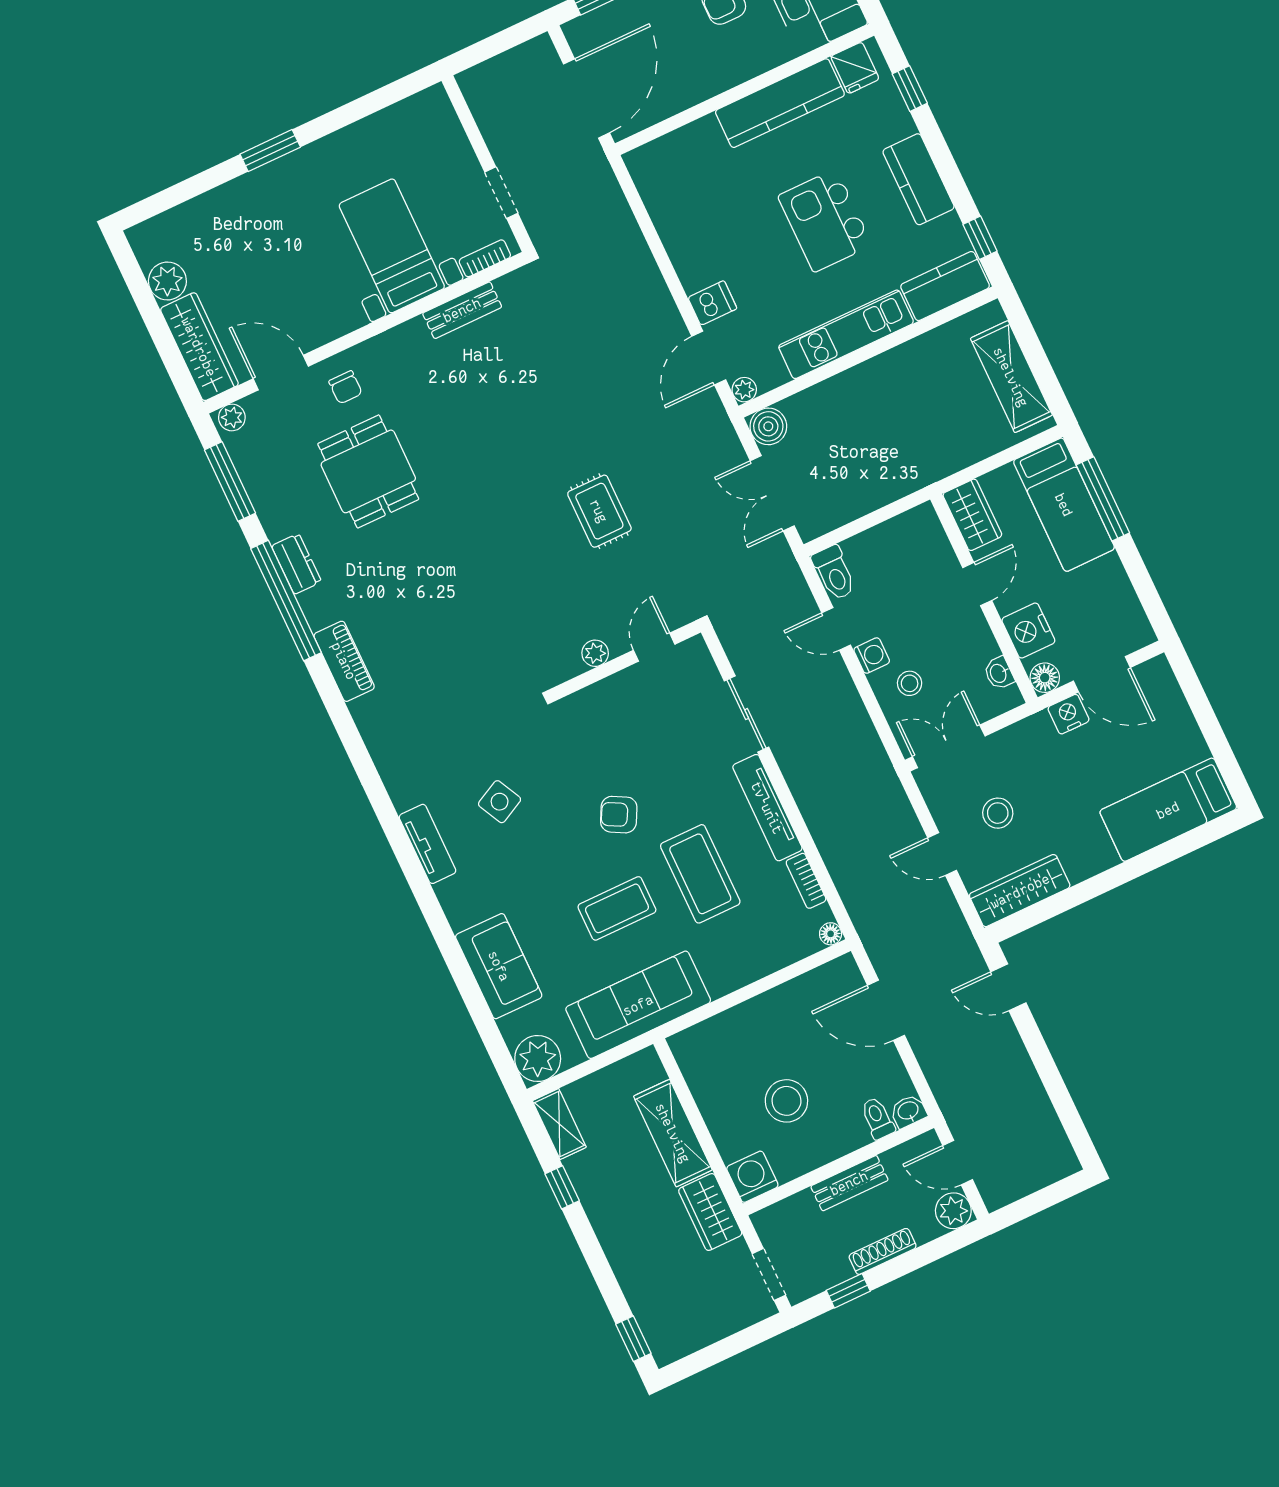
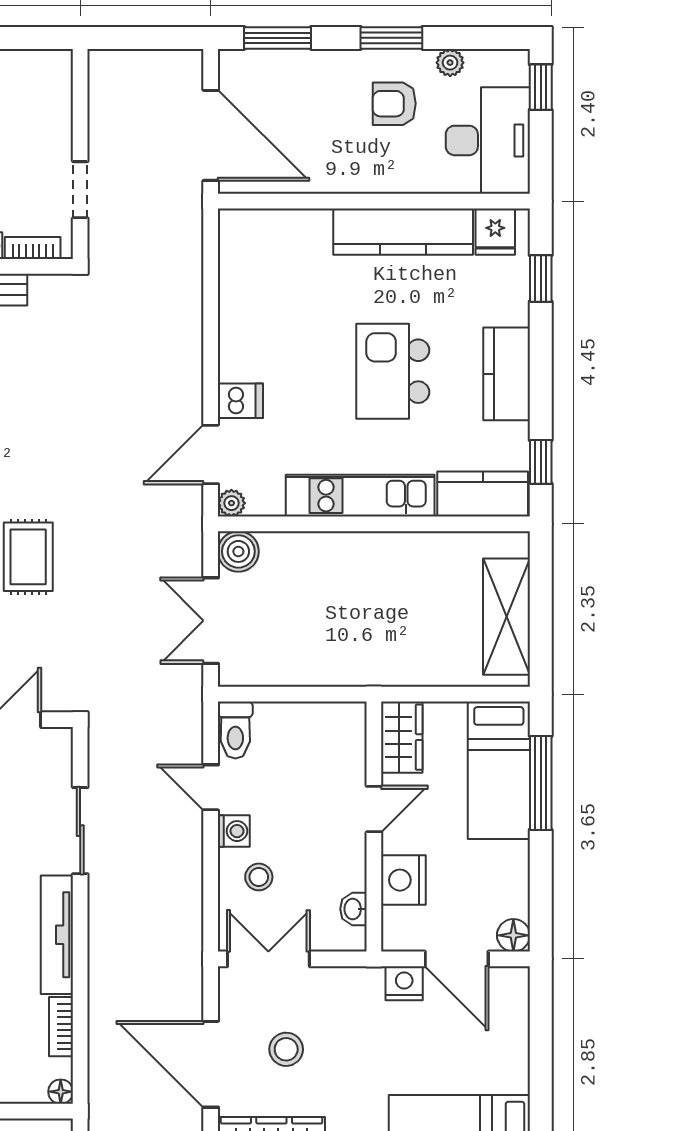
door: (587, 98) -> (211, 135), hinge flipped
floor lamp: (1045, 678) -> (513, 935), moved
door: (942, 854) -> (211, 1064), width x1.88

